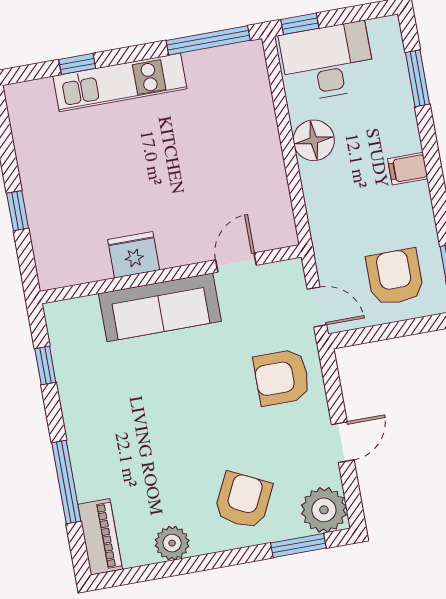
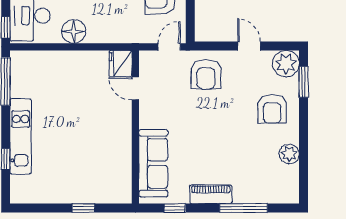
fridge: (134, 255) -> (121, 64), moved
sofa: (160, 307) -> (153, 163), moved
armchair: (243, 500) -> (272, 109), turned -116
piano: (100, 537) -> (211, 194), moved

